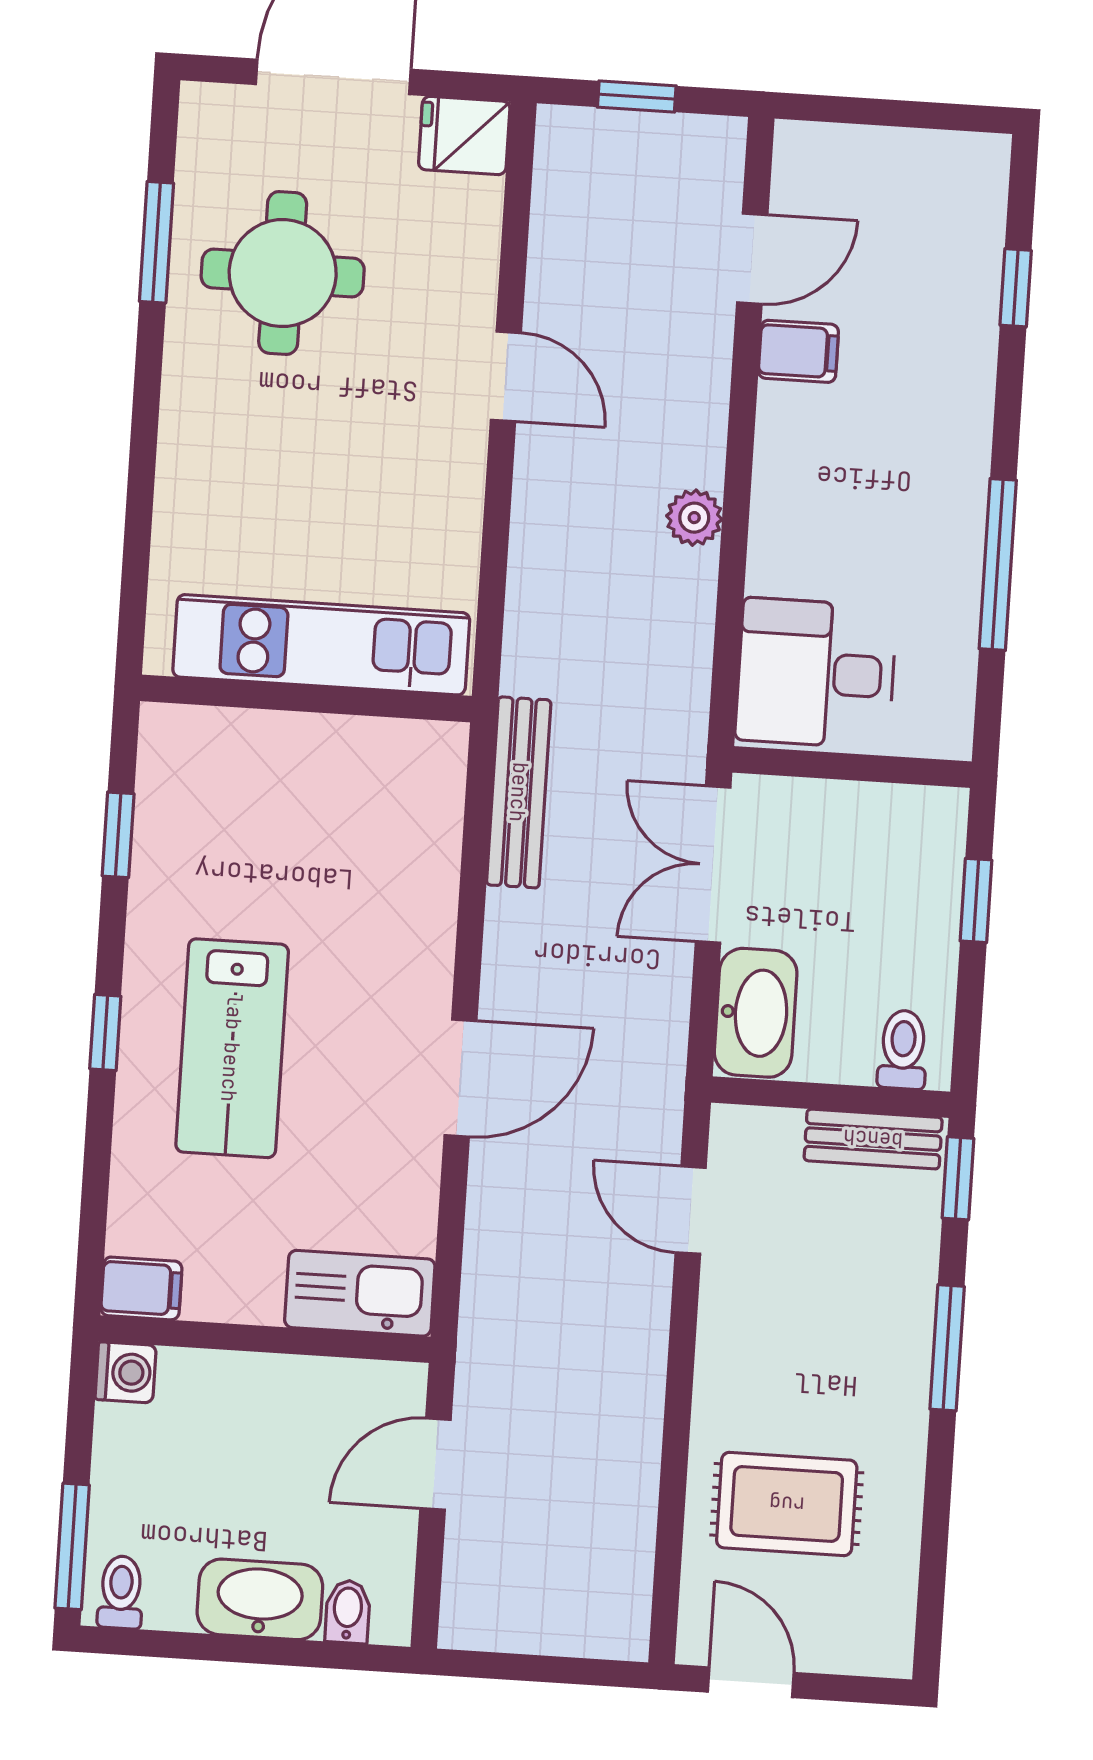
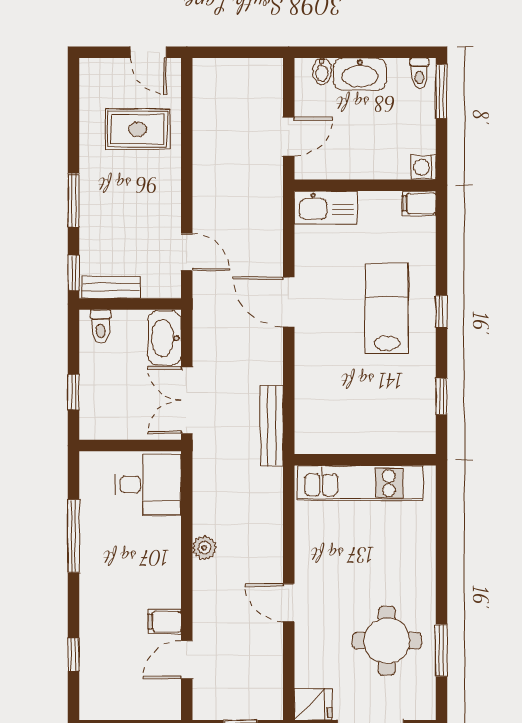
double door: (713, 864) -> (187, 400), swing flipped
door: (460, 1078) -> (289, 302), hinge flipped

